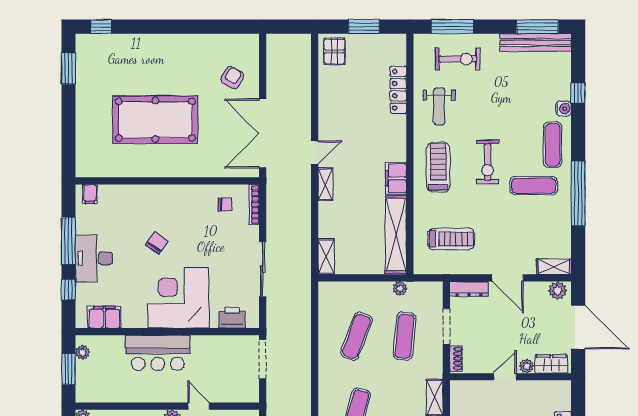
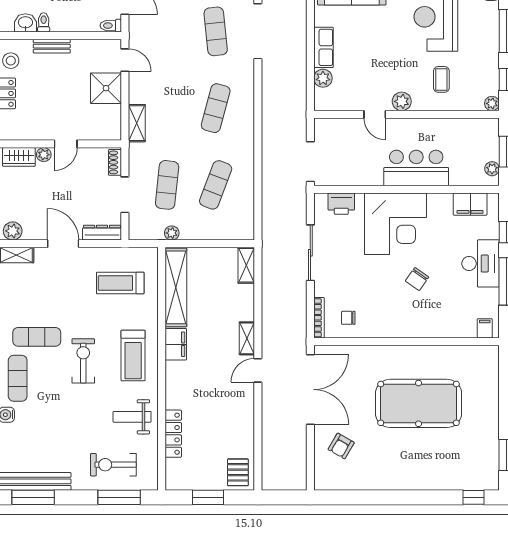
weight bench: (439, 106) -> (132, 417), turned -90

